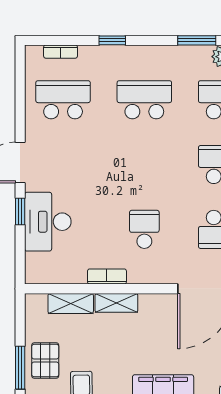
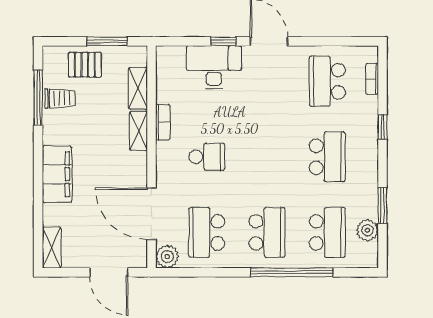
school desk: (63, 100) -> (327, 81), turned 180
window: (20, 368) -> (107, 41), moved

